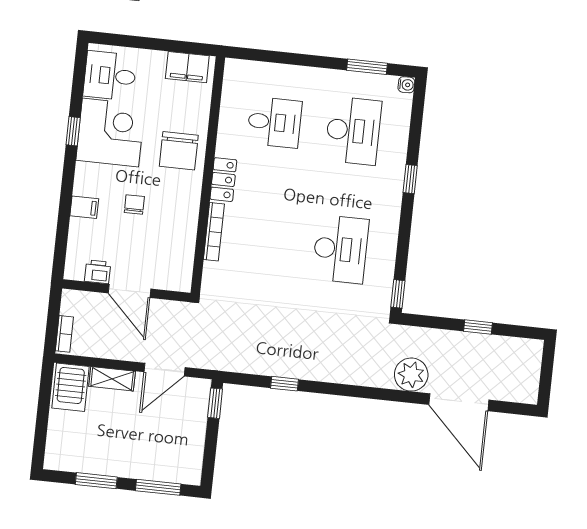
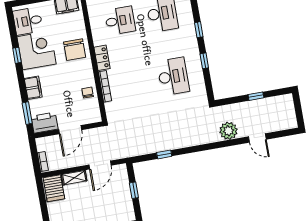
chair: (134, 205) -> (88, 93), moved
filing cabinet: (84, 207) -> (33, 88), width x2.00
window: (61, 240) -> (27, 113), added
printer: (98, 272) -> (45, 123), width x1.87, depth x1.48
door: (129, 291) -> (70, 130), hinge flipped
window: (398, 294) -> (204, 61), moved
door: (459, 402) -> (257, 138), width x0.53
window: (215, 403) -> (134, 190), moved

